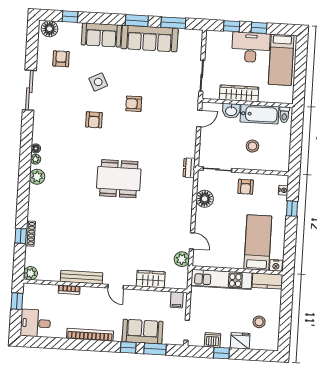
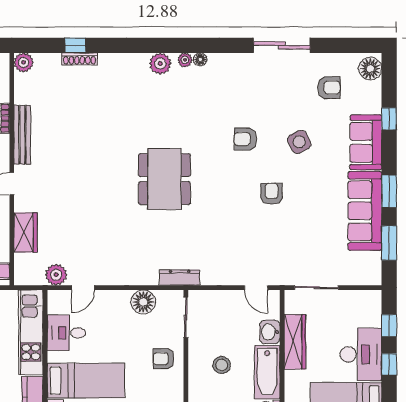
window: (70, 17) -> (389, 119), moved
dresser: (189, 168) -> (180, 278), width x1.44
desk: (223, 254) -> (66, 333), added

